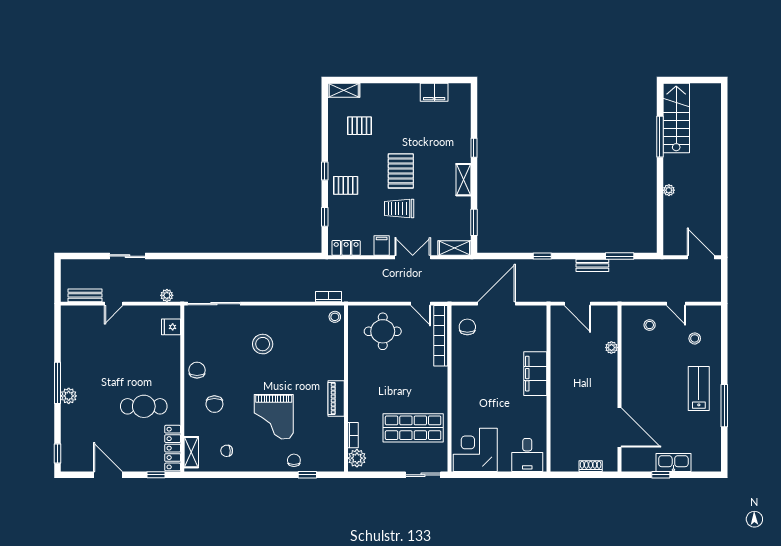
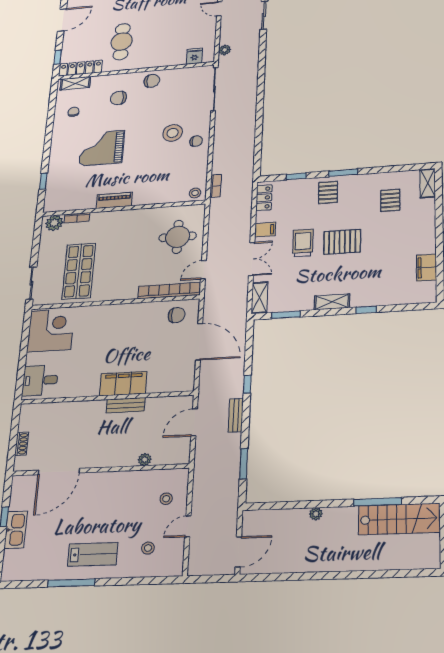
window: (325, 171) -> (343, 173), width x1.50
bench: (592, 265) -> (236, 415), moved
bench: (557, 370) -> (126, 405), added
chair: (294, 460) -> (196, 141), moved

